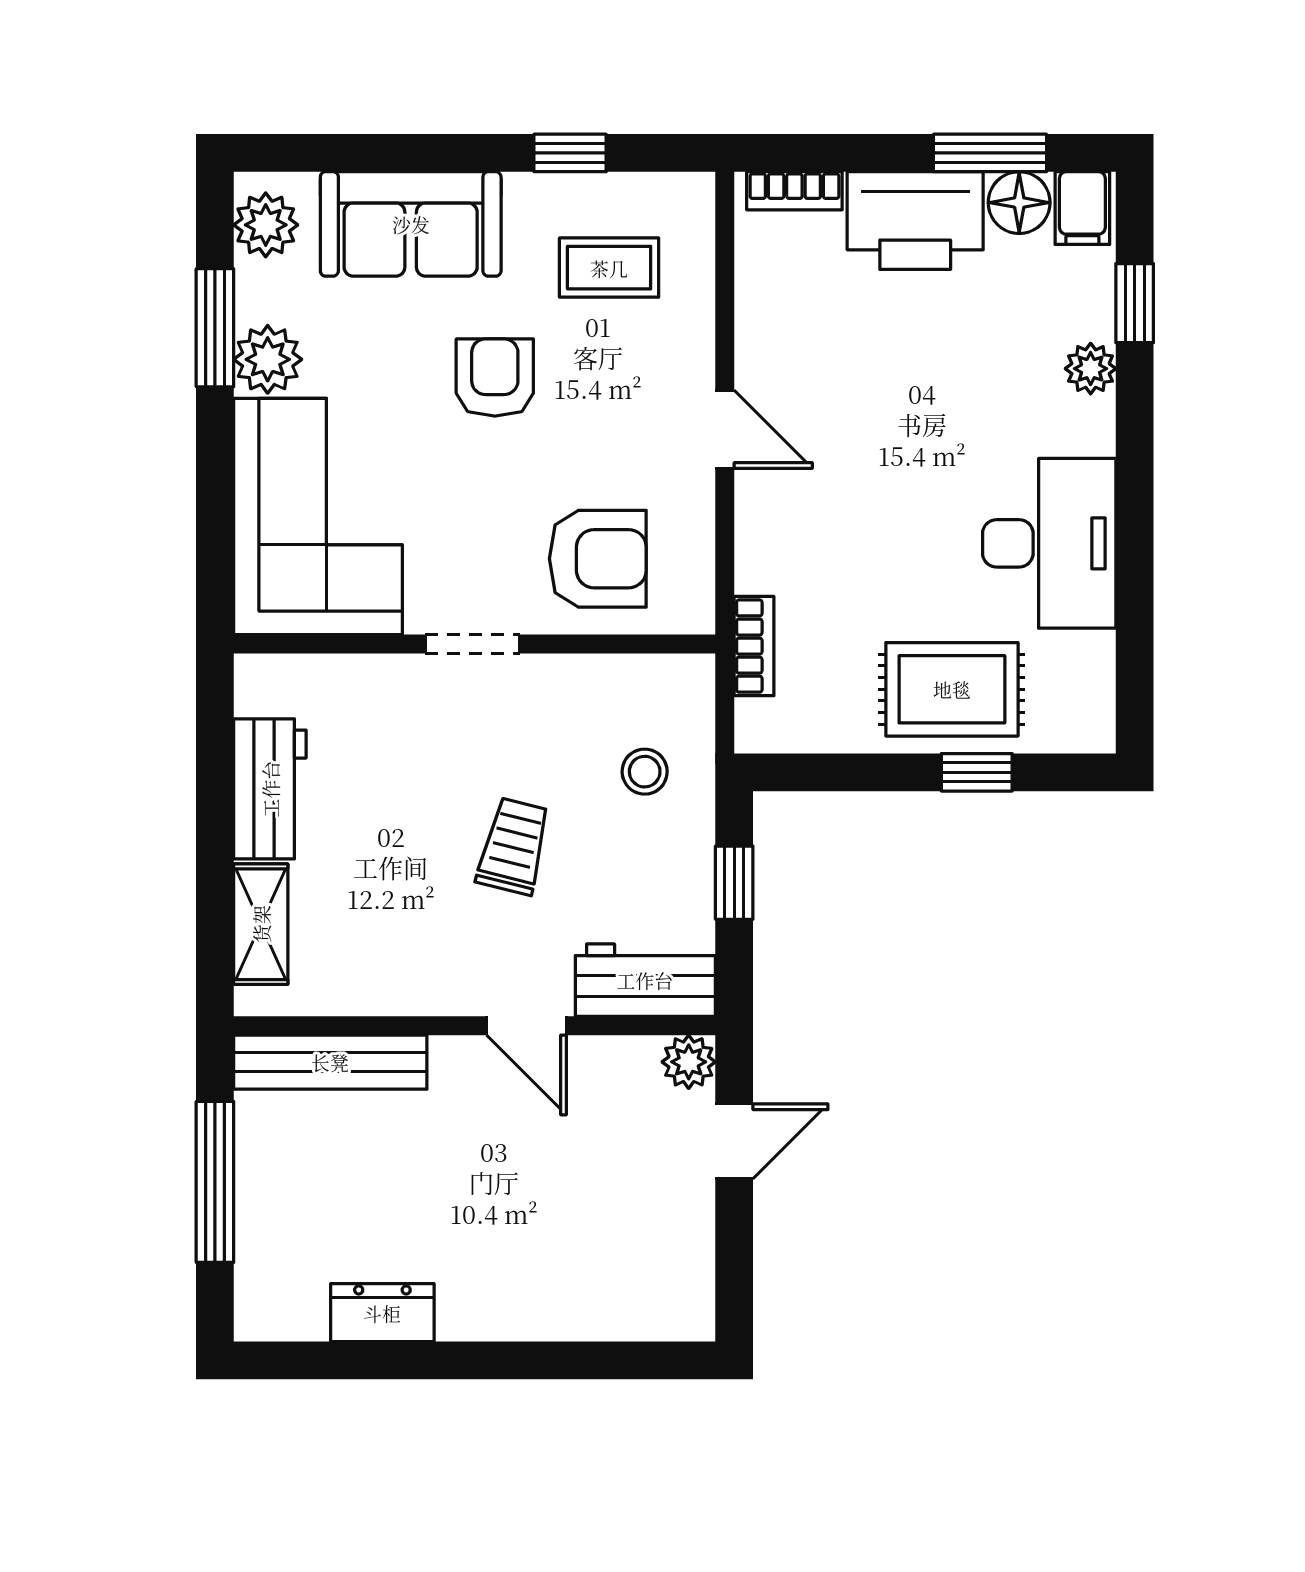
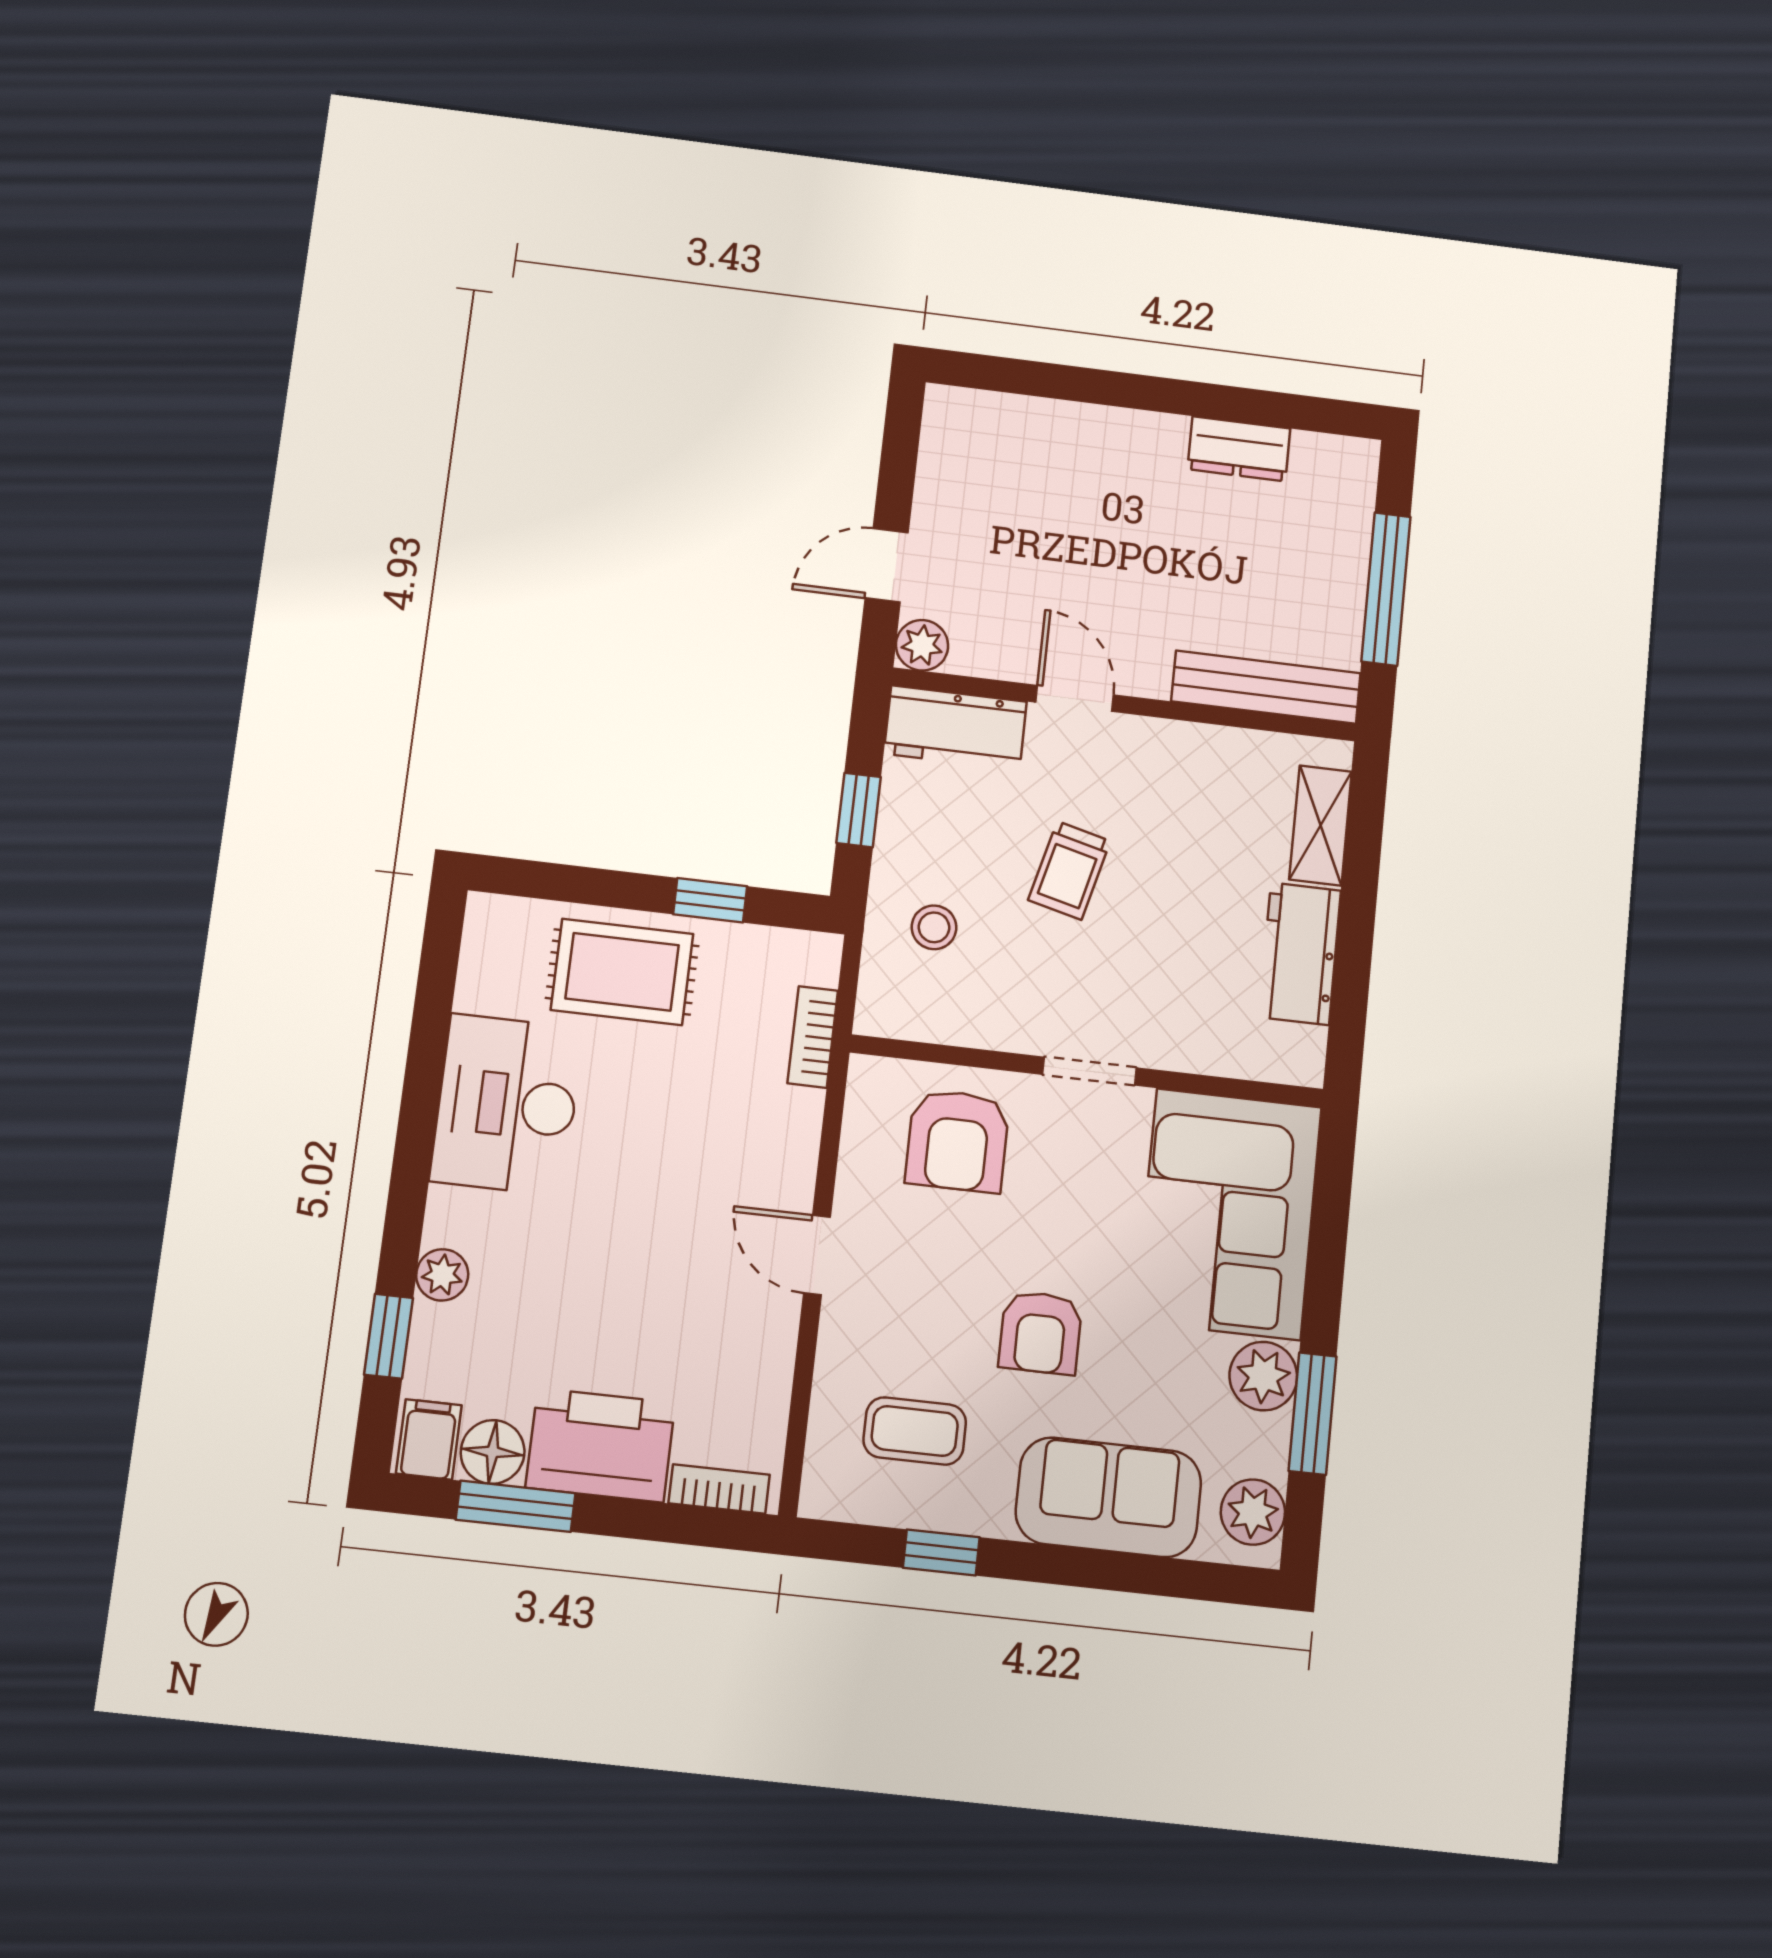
armchair: (598, 559) -> (957, 1141), turned -90
window: (977, 772) -> (710, 900), moved

